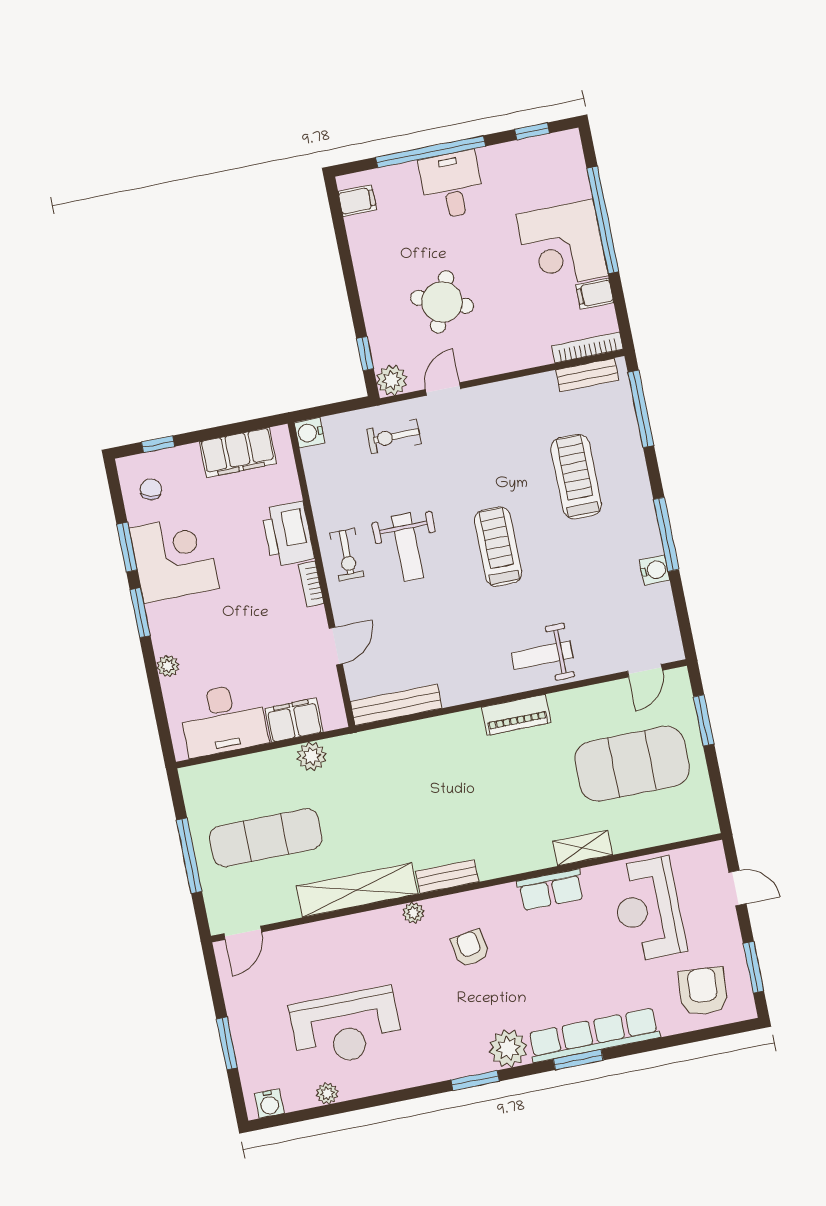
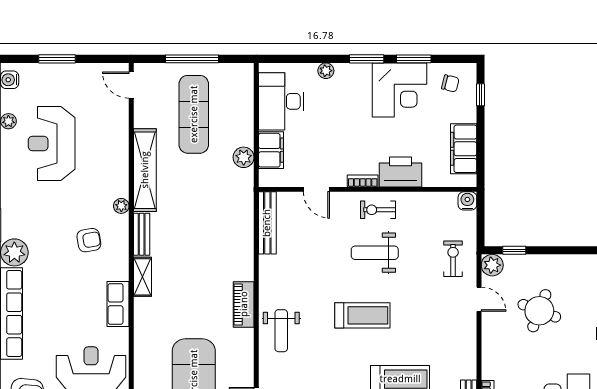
weight bench: (542, 655) -> (281, 331), turned 180
shelving: (583, 848) -> (142, 277), moved

